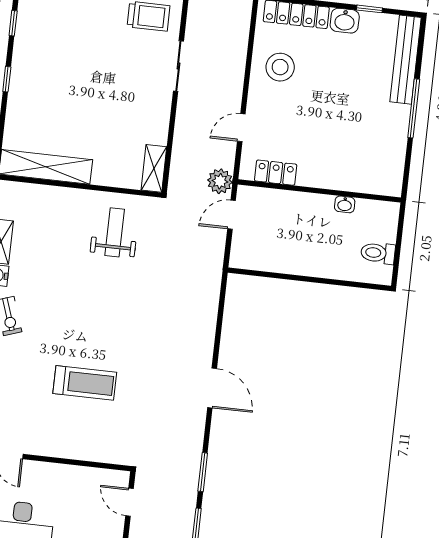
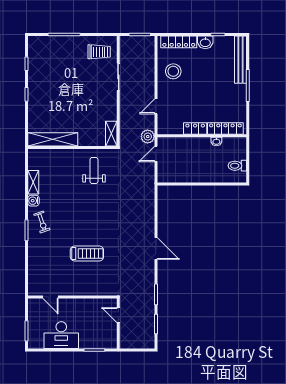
locker: (276, 173) -> (195, 128), moved
locker: (364, 182) -> (225, 128), added

